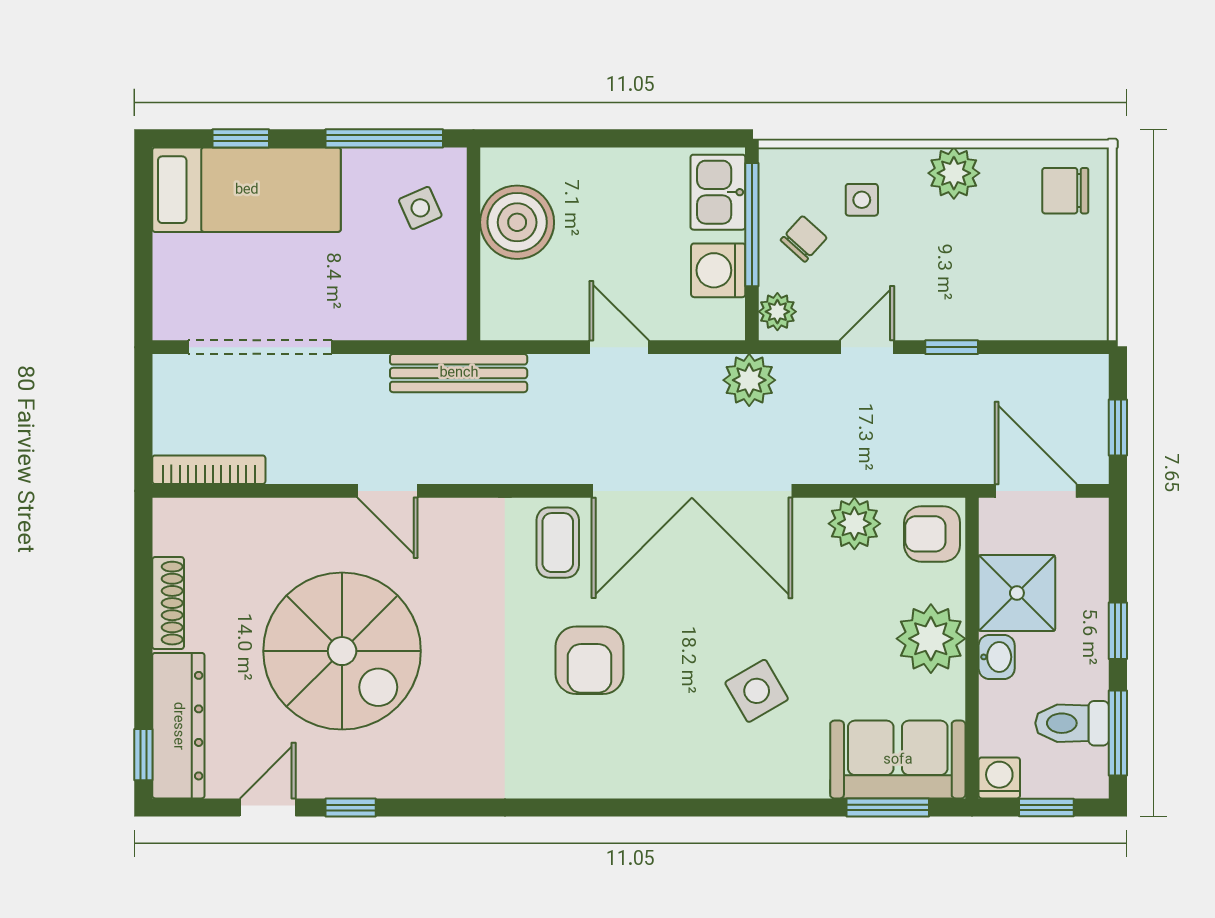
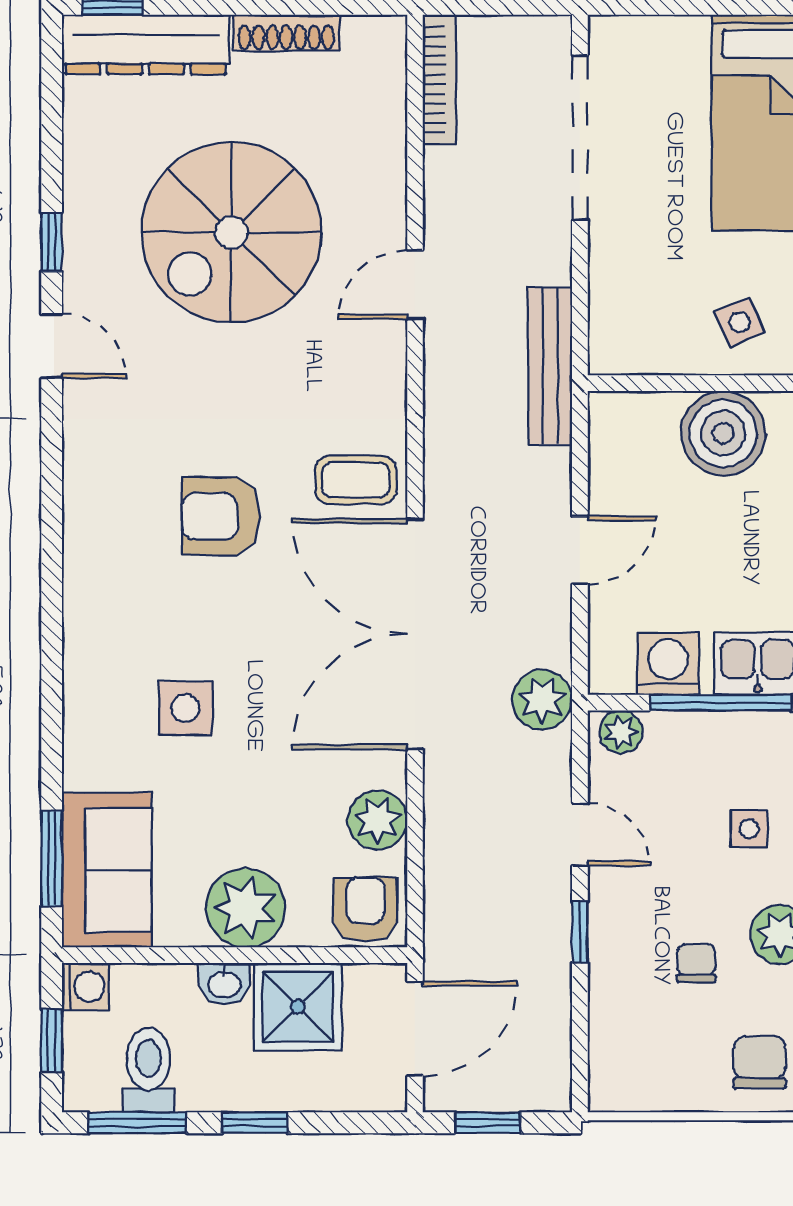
chair: (804, 239) -> (696, 963), moved, turned -132
side table: (757, 691) -> (186, 708), turned 30
door: (268, 808) -> (52, 346), moved

